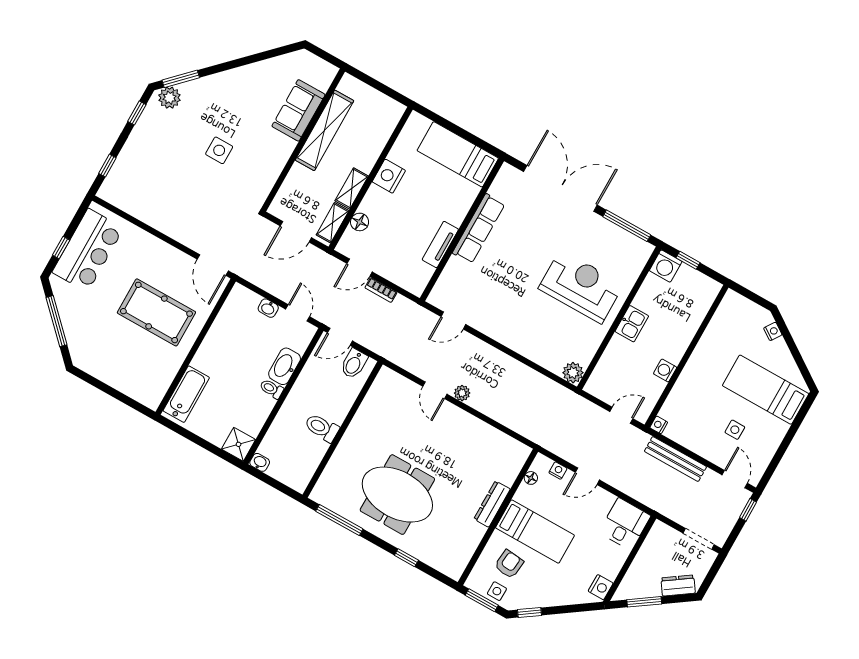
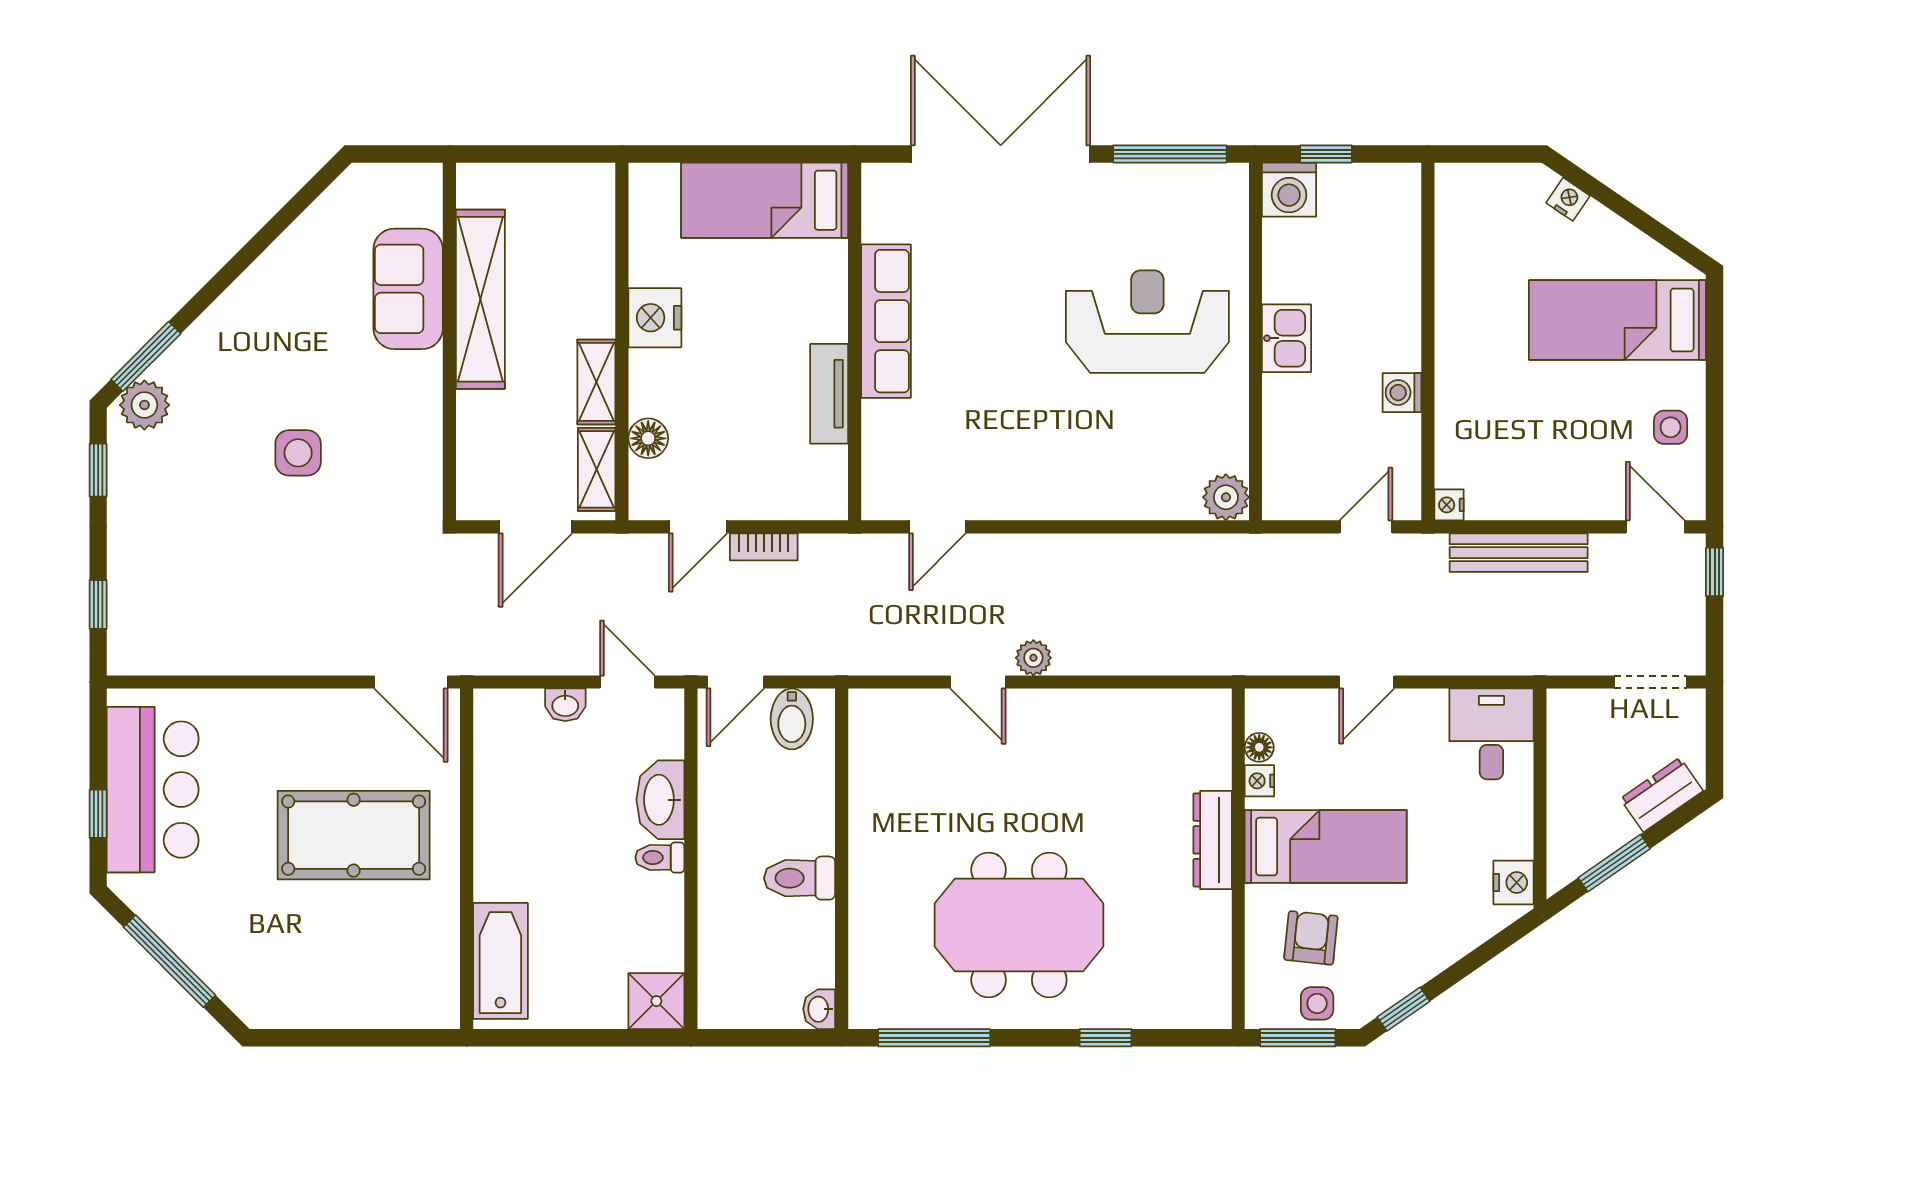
side table: (735, 430) -> (1671, 427), moved
washbasin: (260, 462) -> (819, 1009), moved, turned -90
nightstand: (558, 471) -> (1259, 781), moved, turned -90

